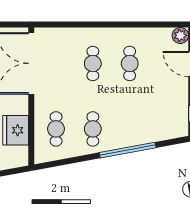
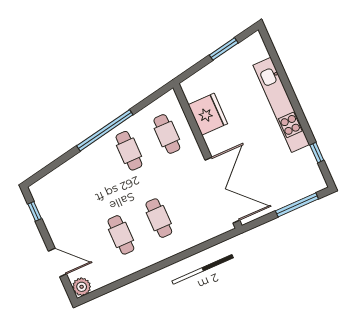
window: (128, 150) -> (105, 130), moved

